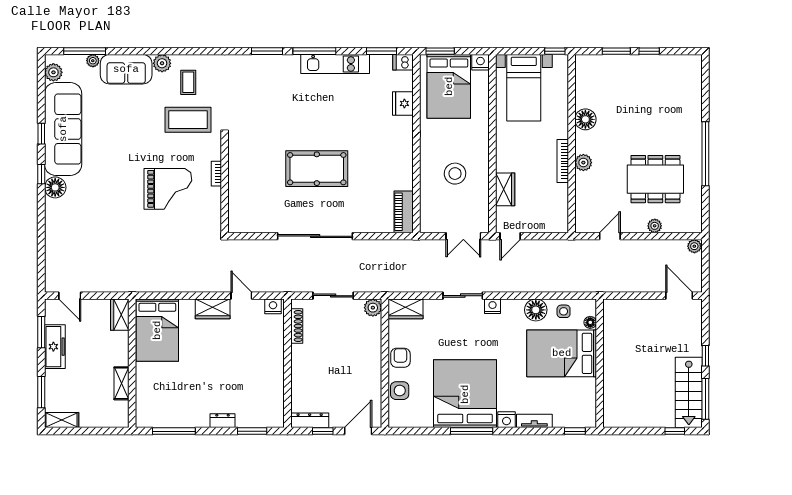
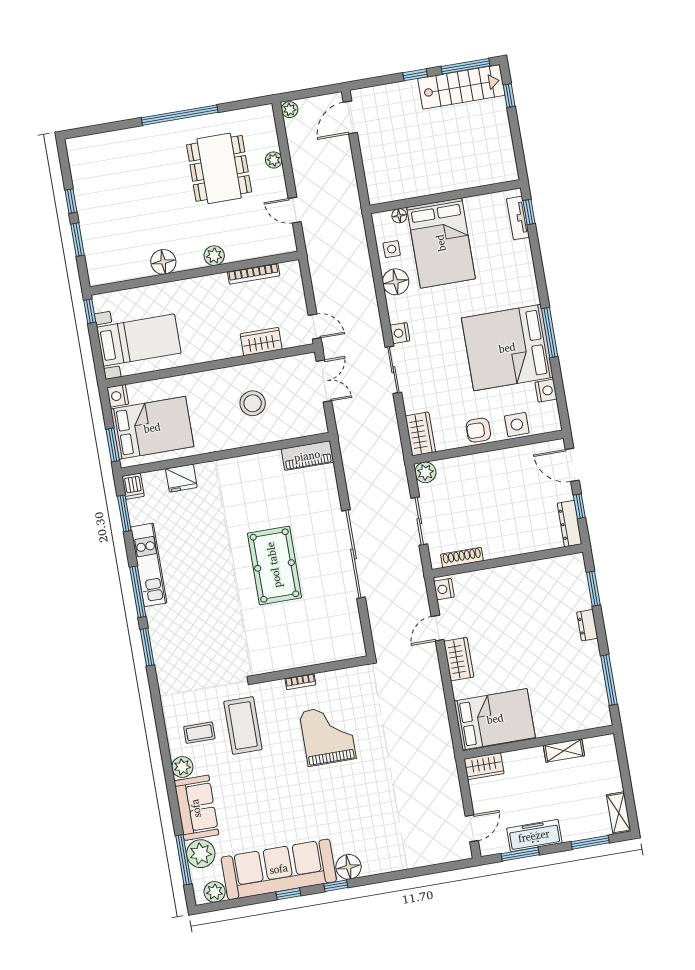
plant: (93, 61) -> (201, 854), width x1.87, depth x1.87
bookcase: (563, 161) -> (254, 274), moved
nightstand: (507, 420) -> (546, 391), moved
tv unit: (534, 421) -> (518, 218), moved

